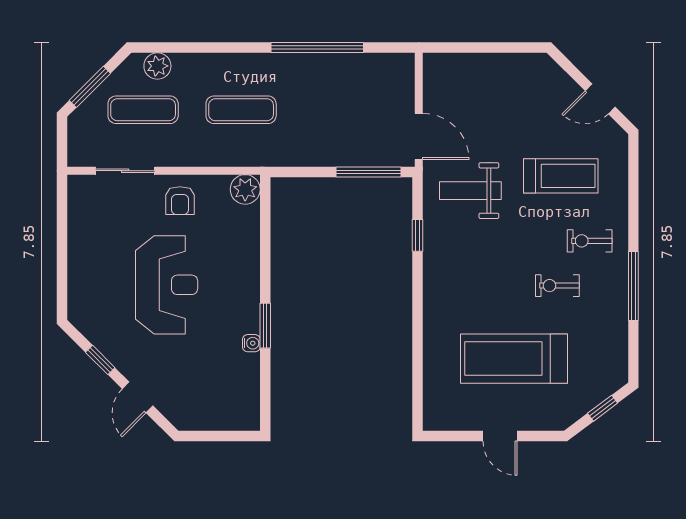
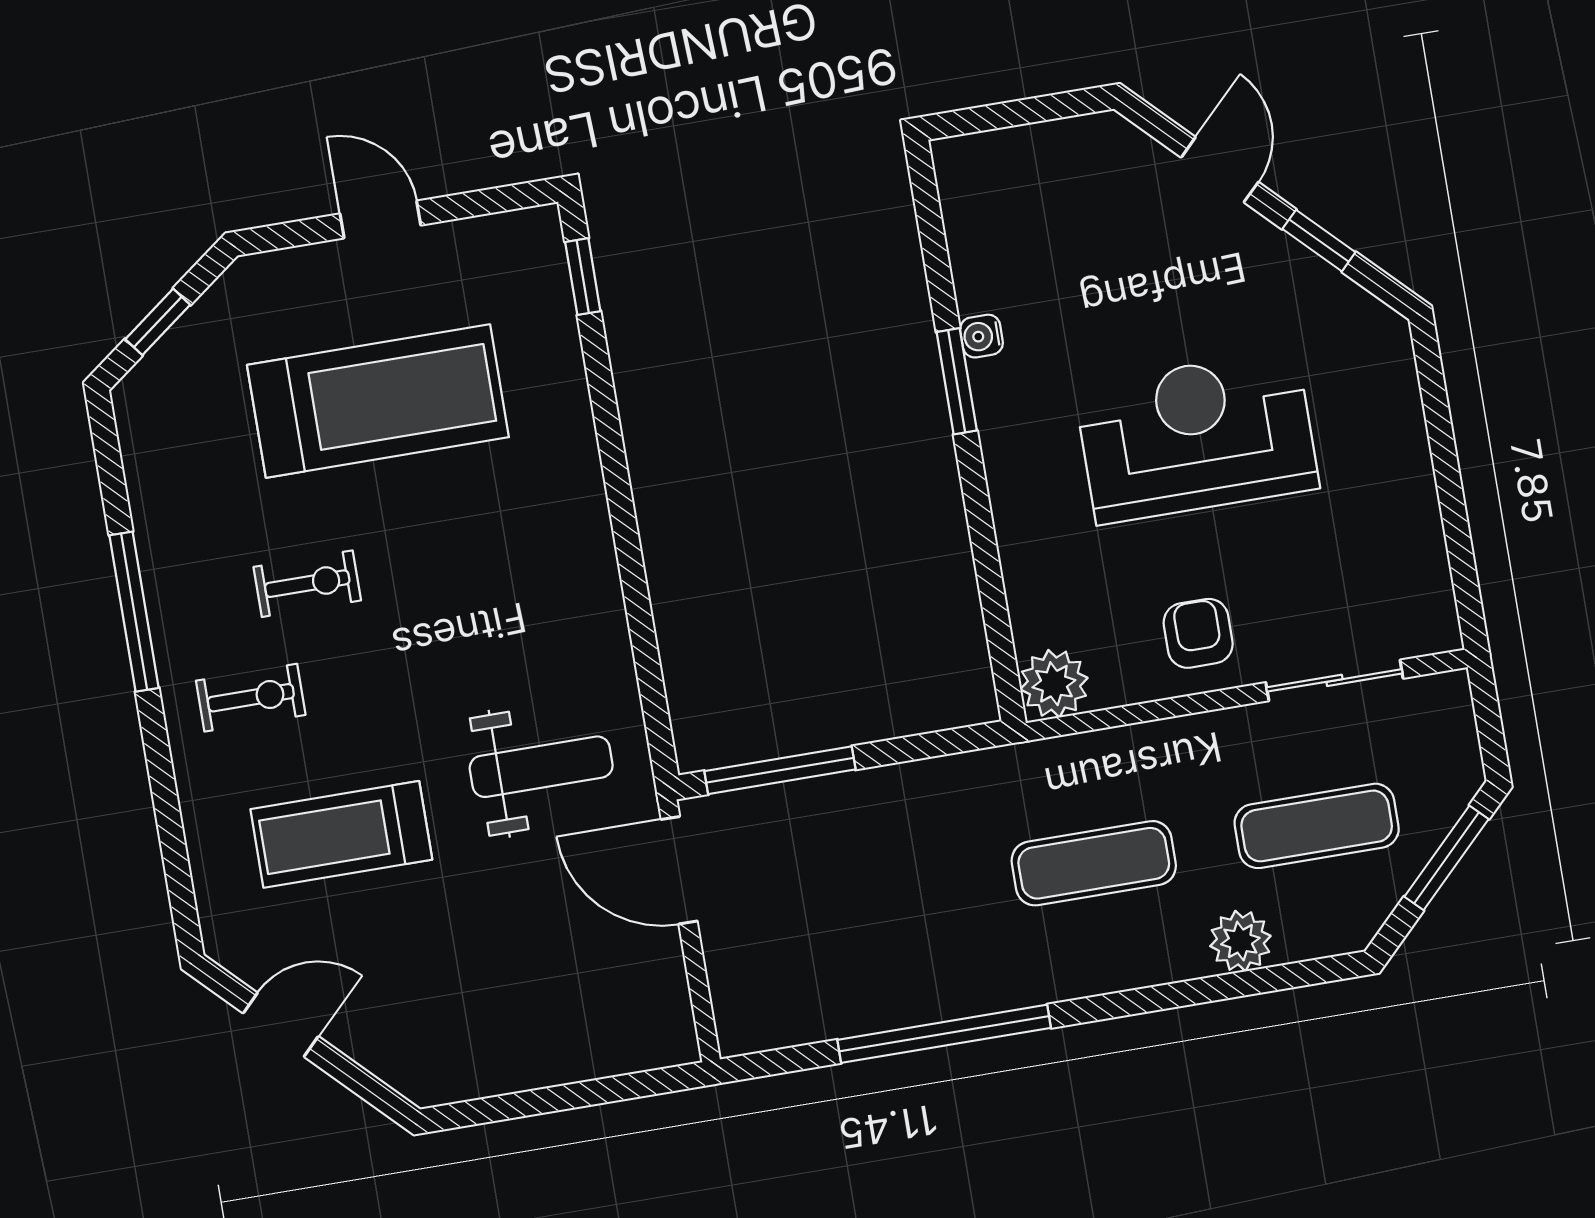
plant: (157, 66) -> (1240, 941), moved
window: (418, 235) -> (583, 277), moved
reception desk: (167, 285) -> (1197, 437), turned 90

